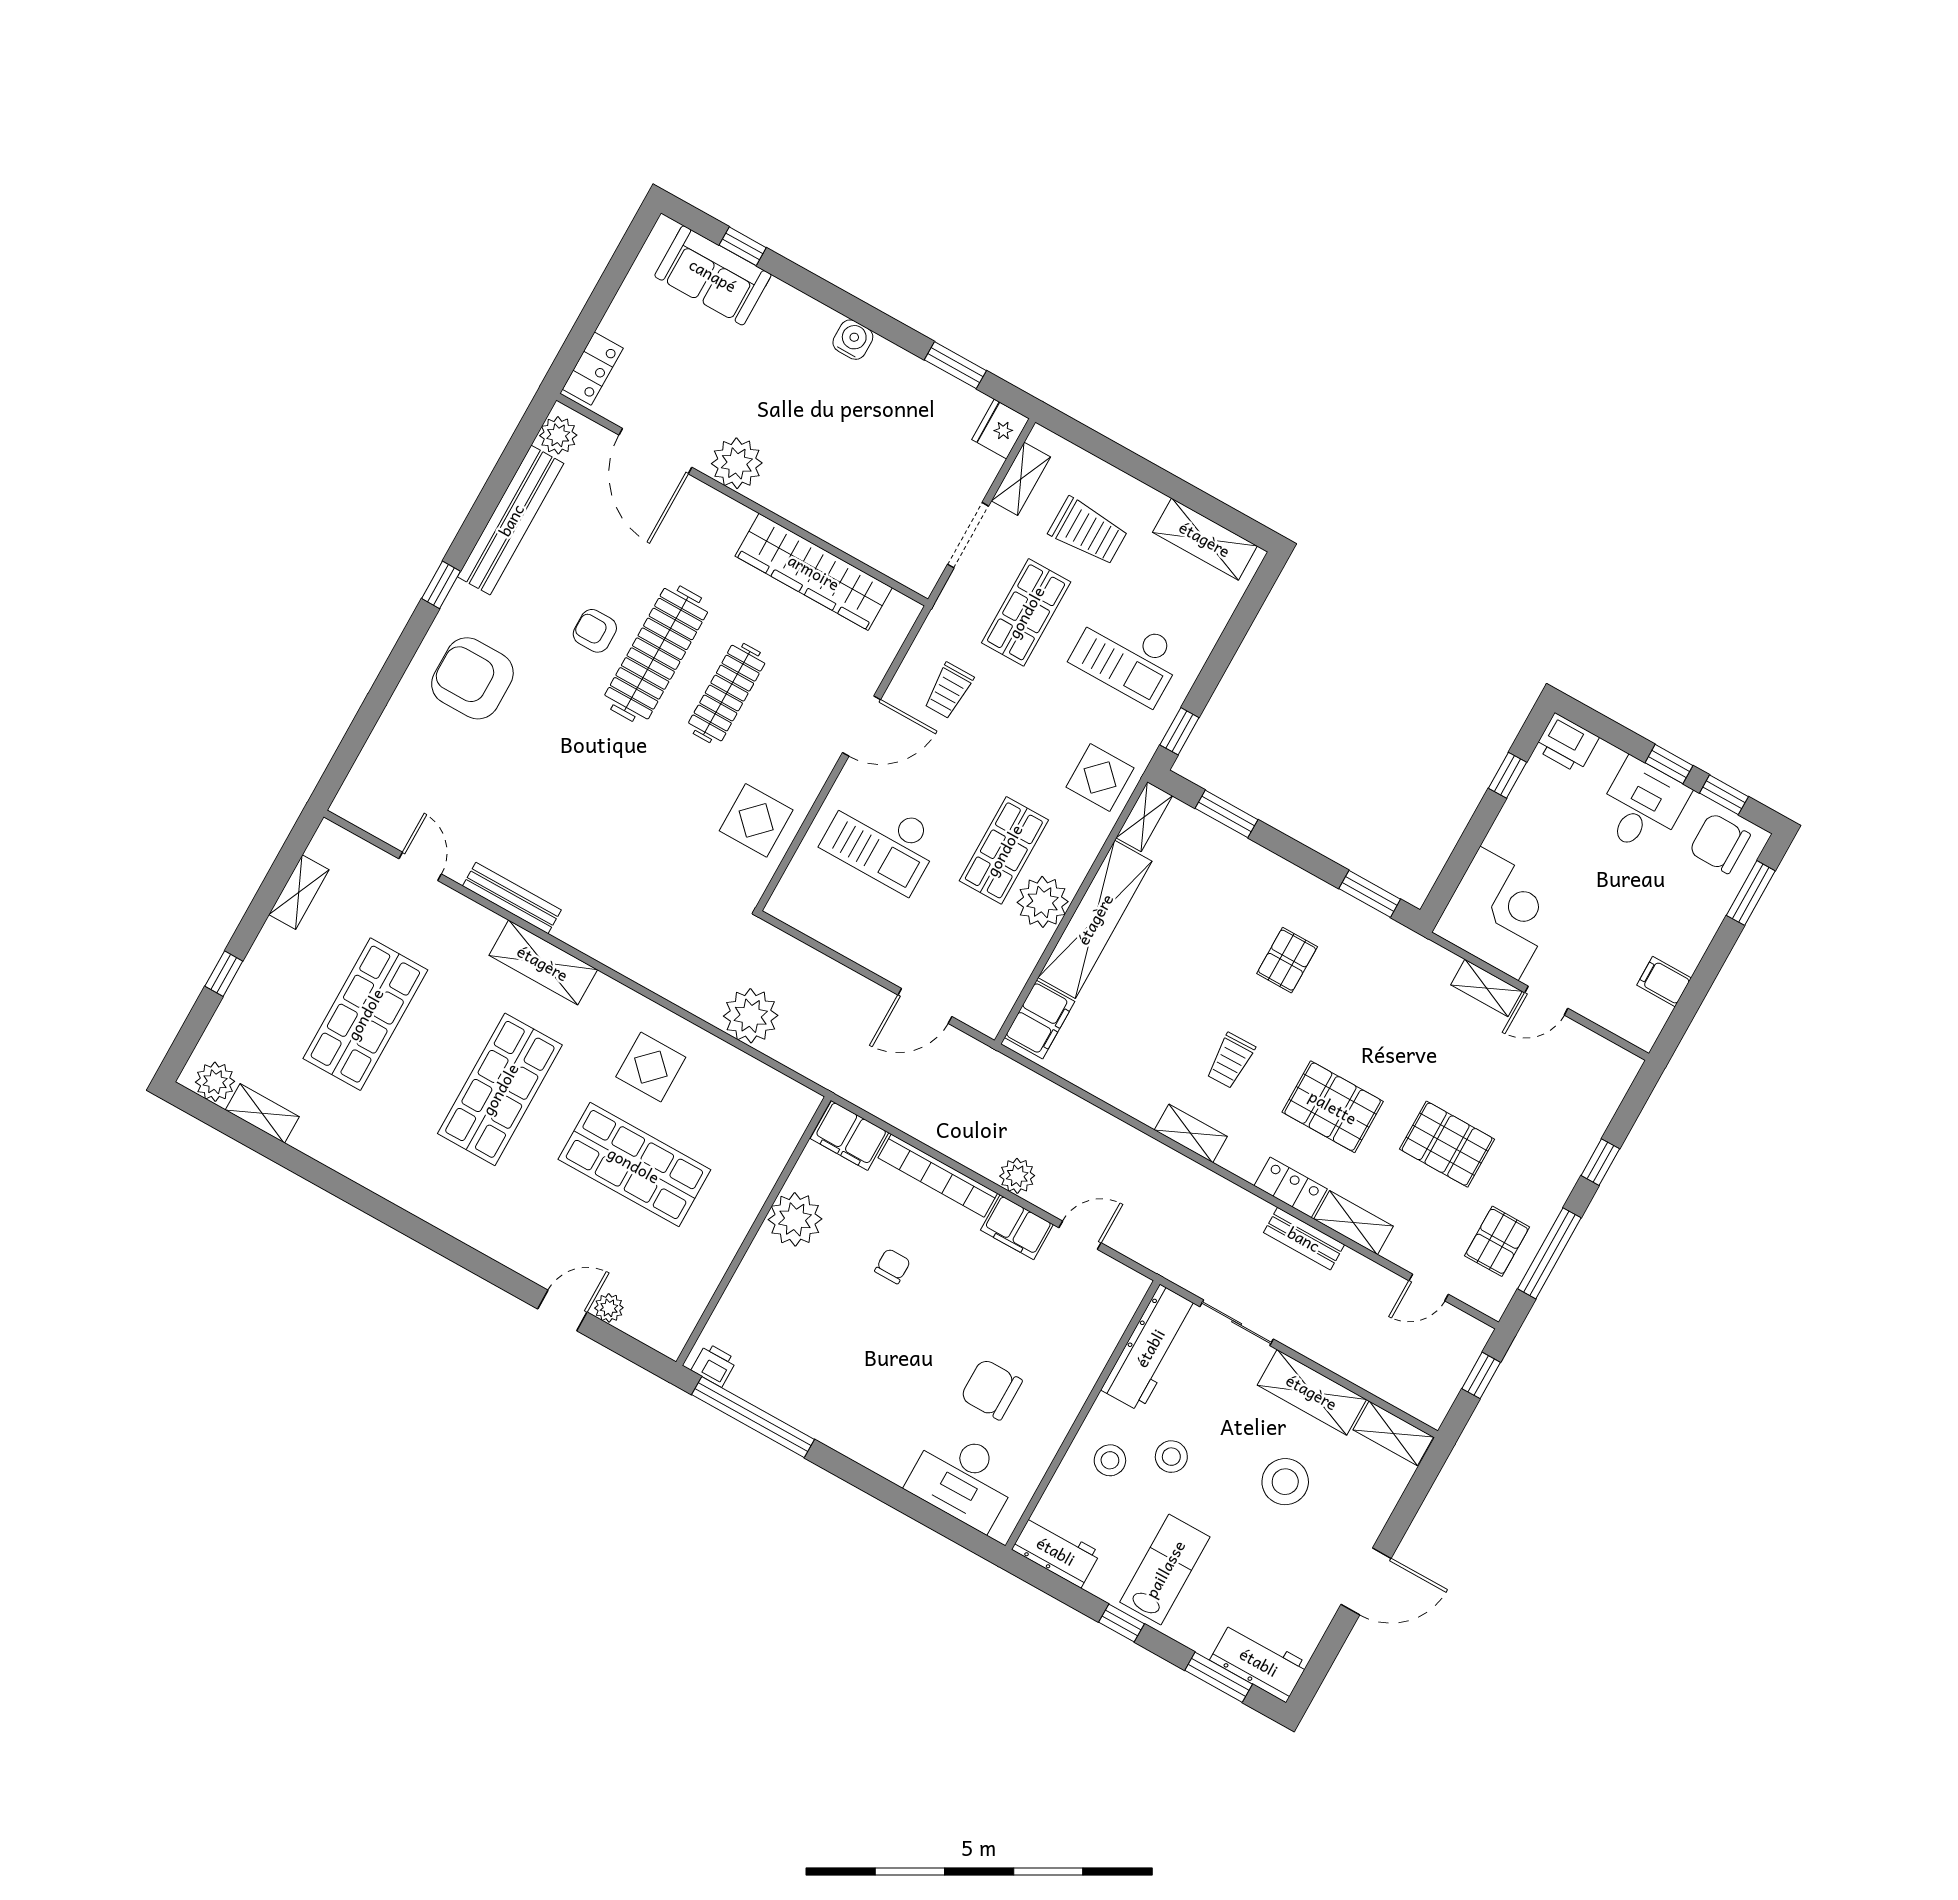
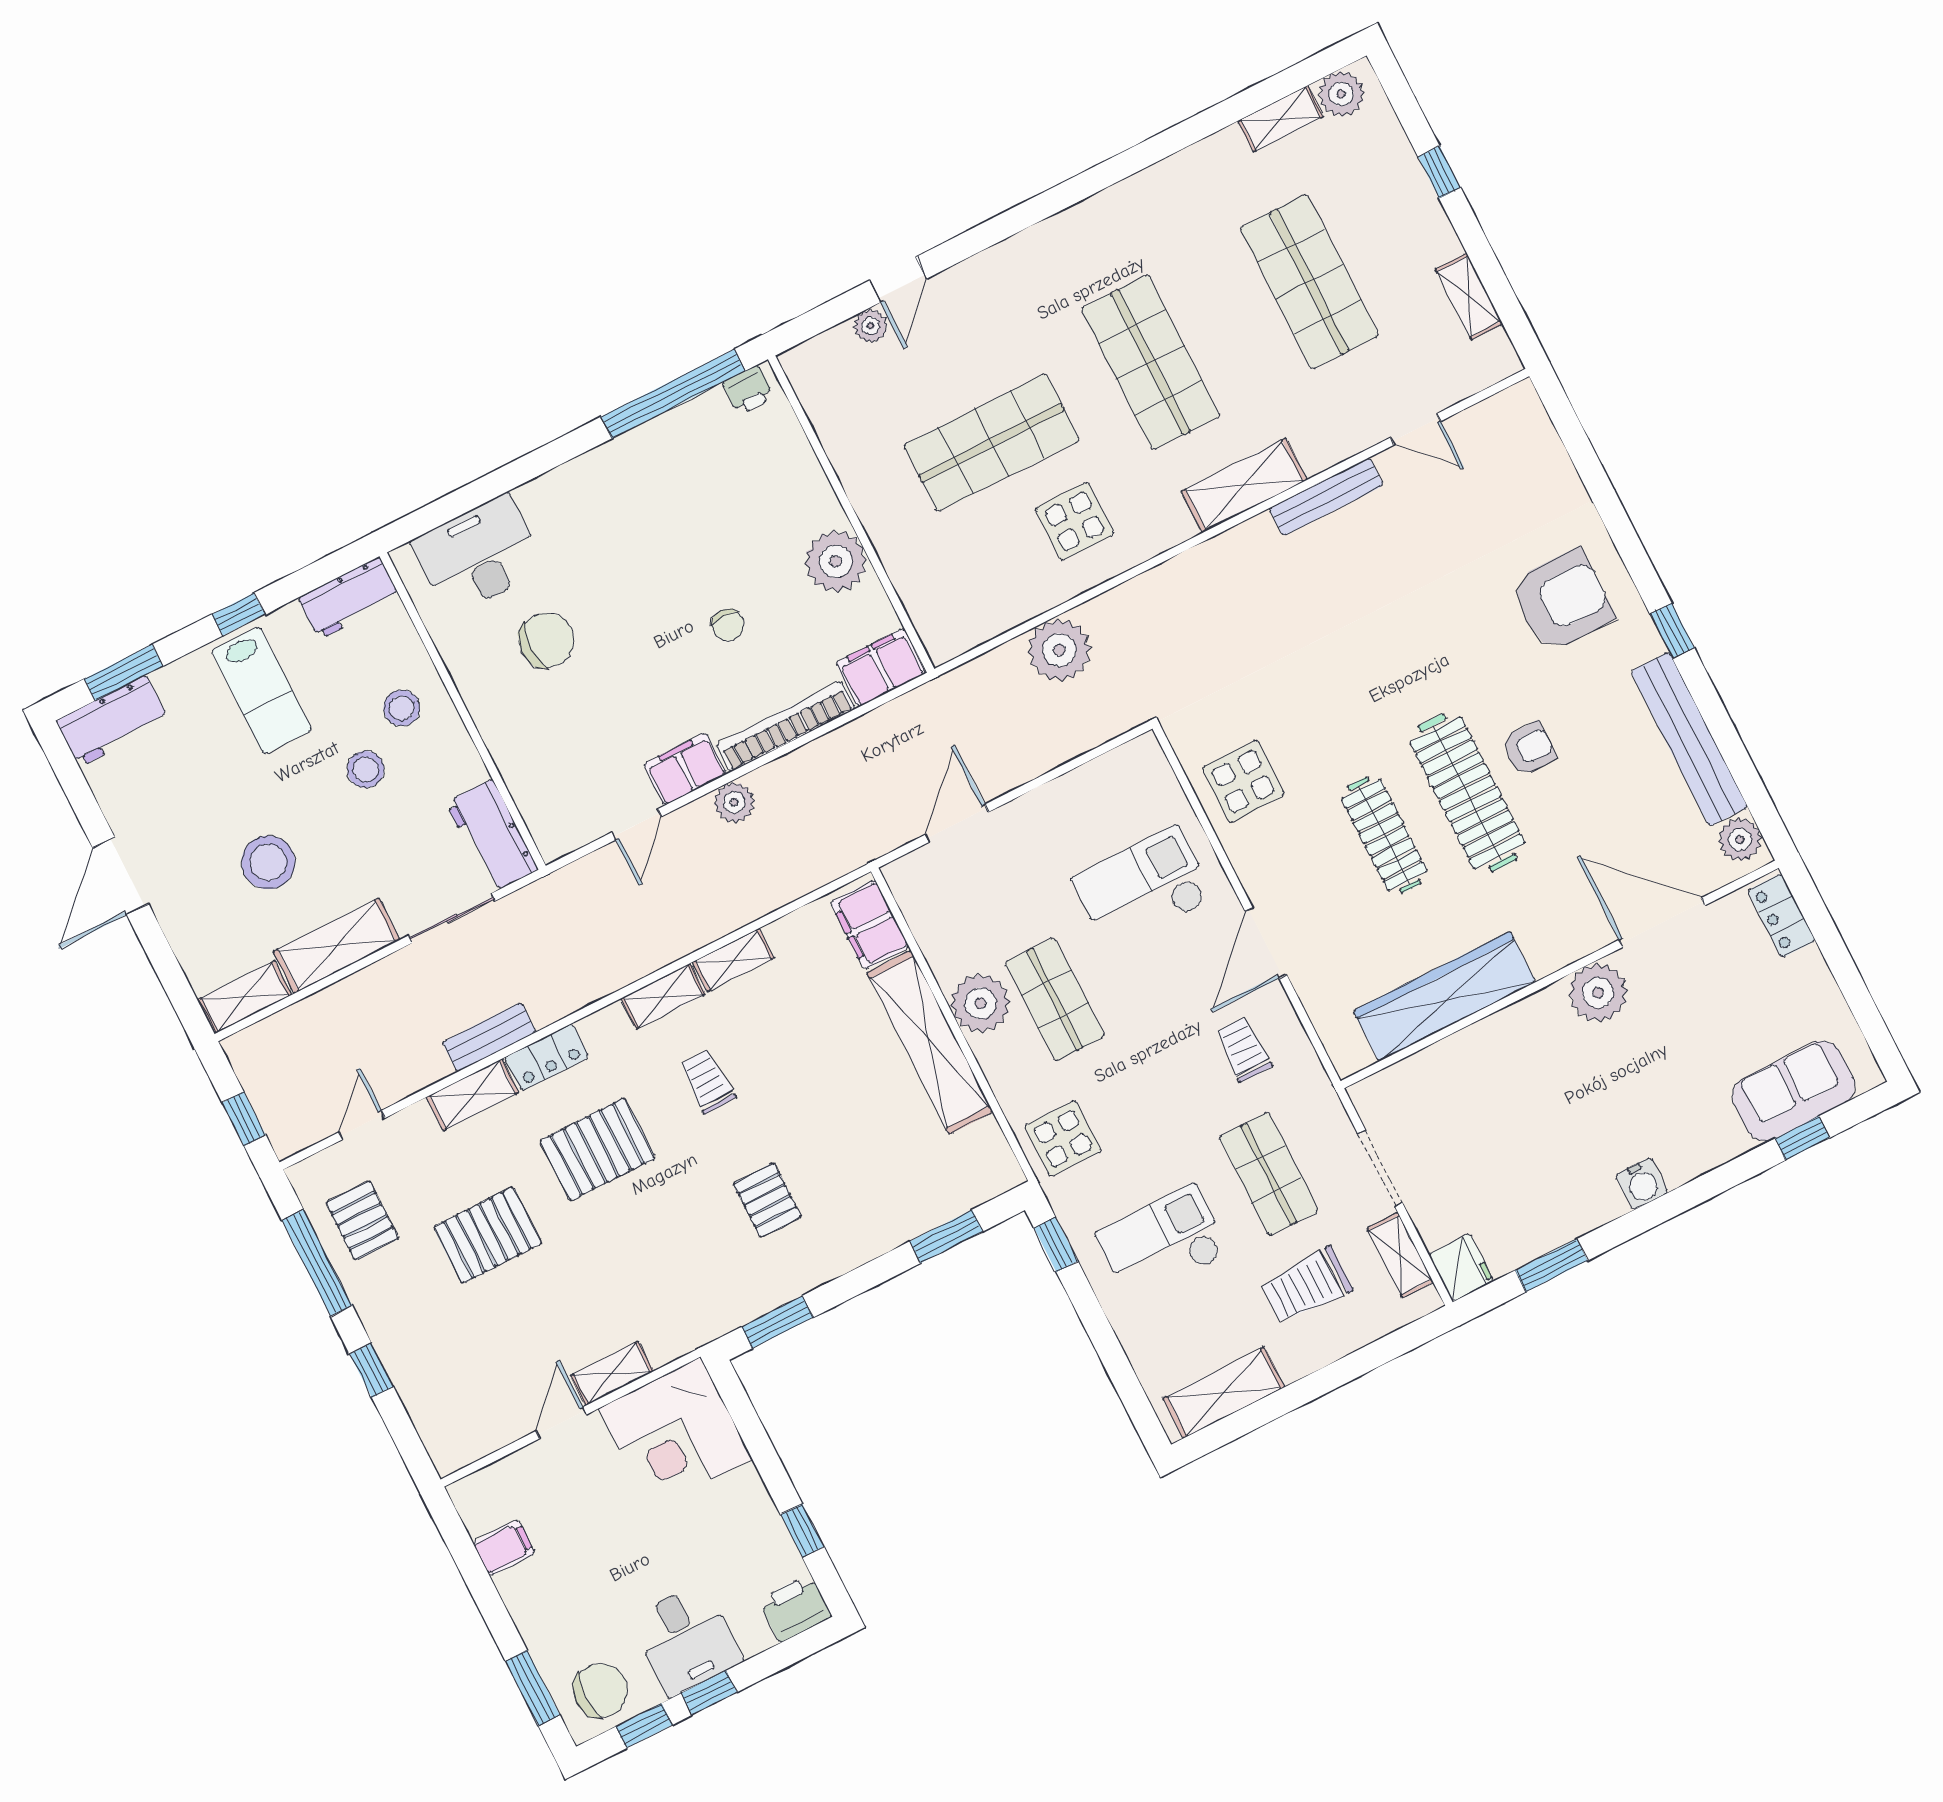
shelving: (1144, 817) -> (733, 960), moved, turned 90
workbench: (1150, 1348) -> (492, 836), width x0.73

